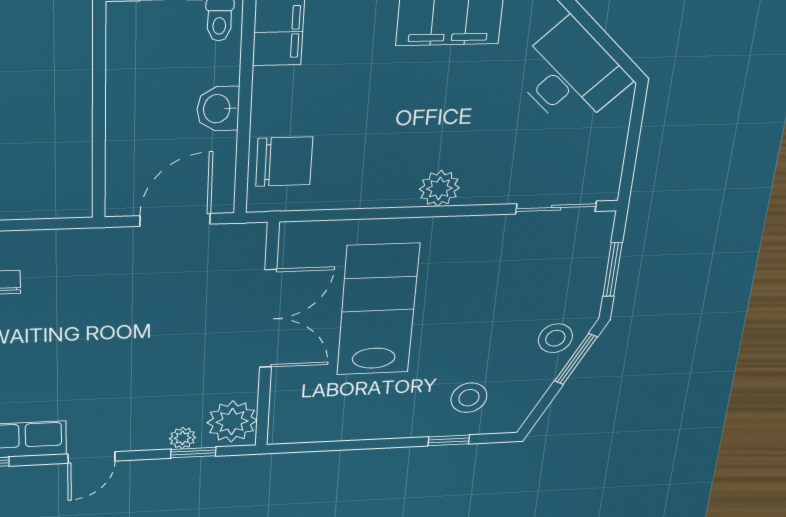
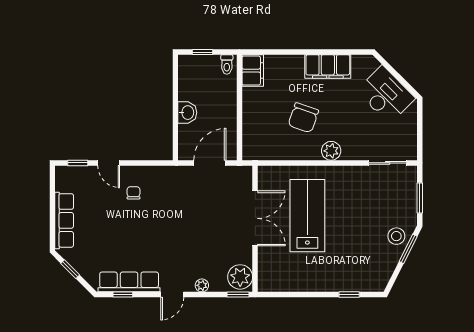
washbasin: (218, 109) -> (187, 113), moved, turned 180
chair: (284, 162) -> (303, 118), moved, turned 109
stool: (469, 398) -> (357, 269), removed
plant: (183, 438) -> (202, 285), moved
window: (193, 453) -> (238, 295), moved

